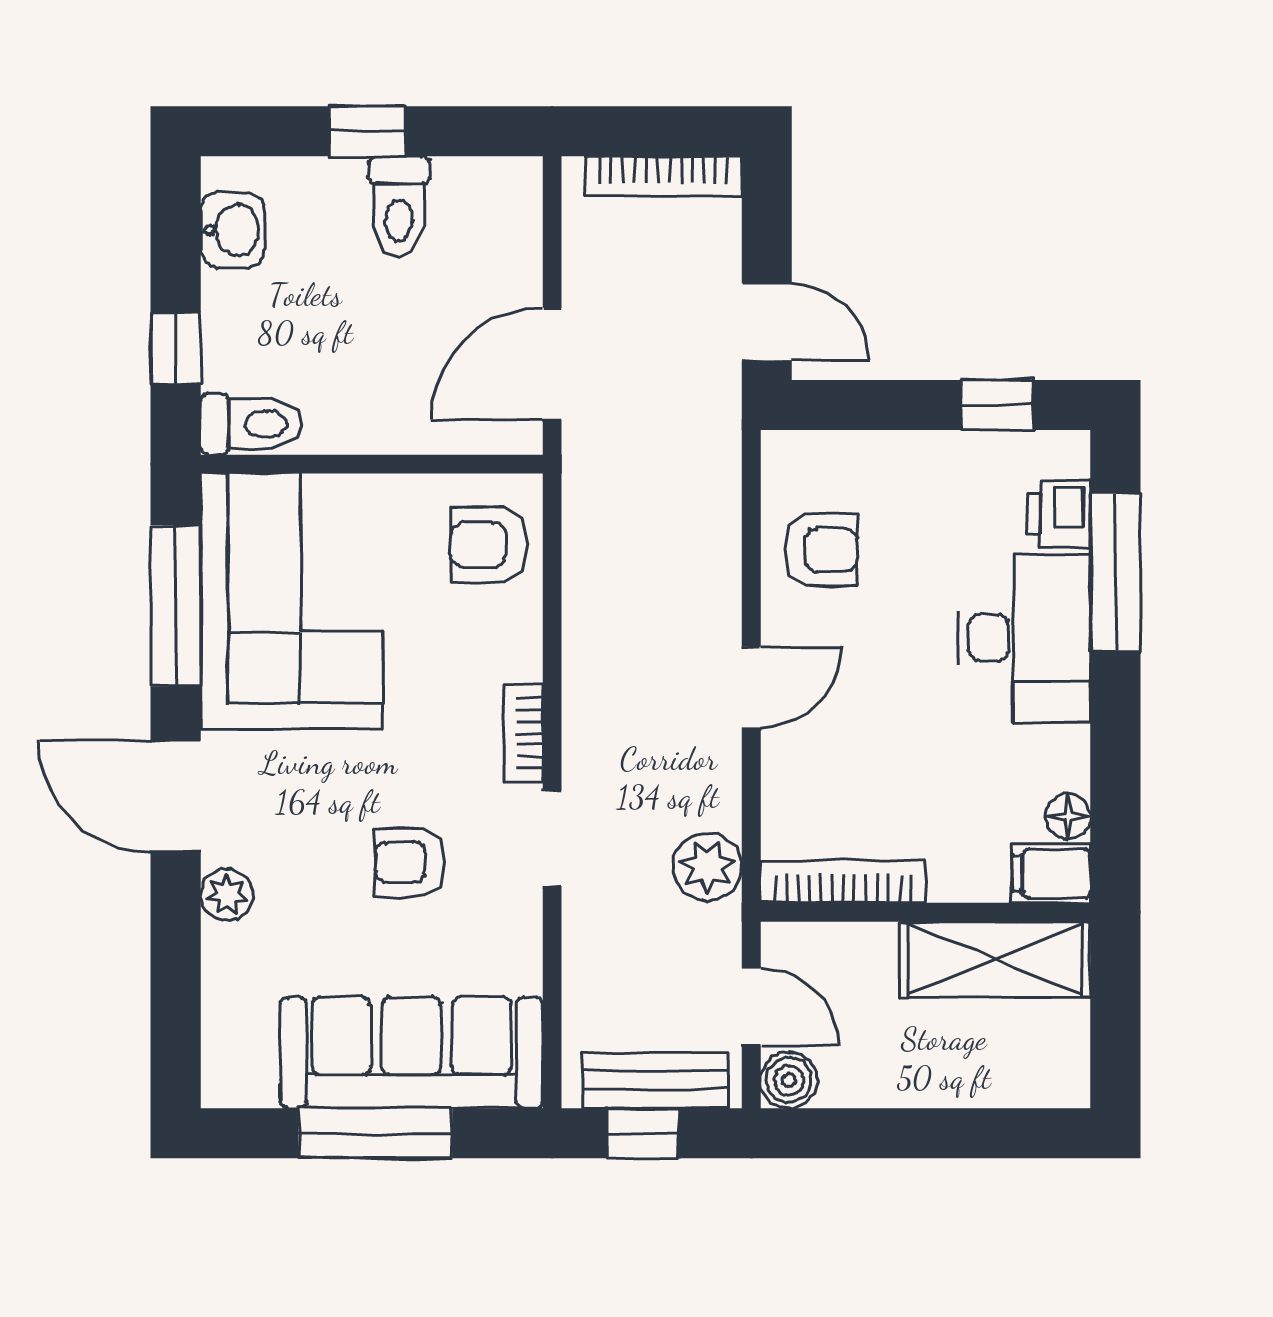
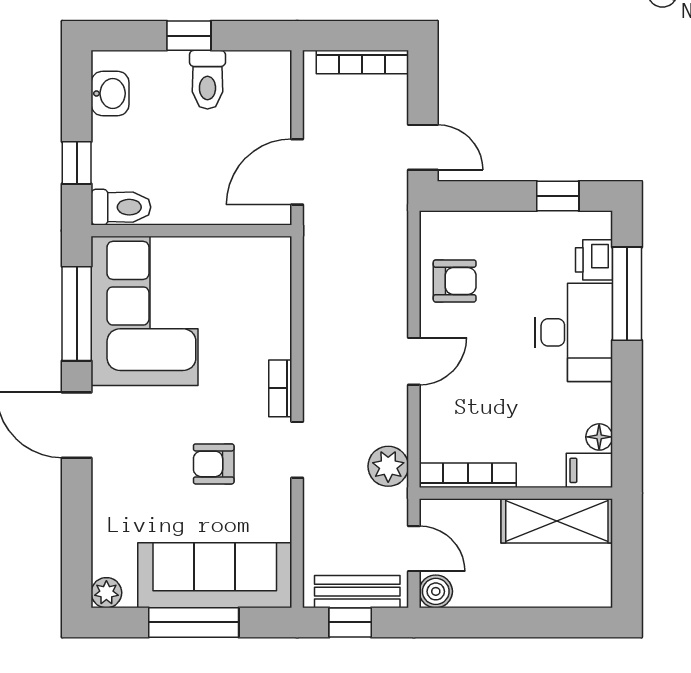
armchair: (489, 545) -> (260, 278), removed
plant: (226, 895) -> (106, 593), moved

